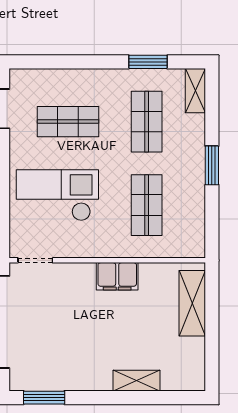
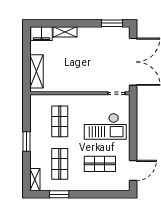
filing cabinet: (117, 276) -> (42, 34), moved, turned 180

